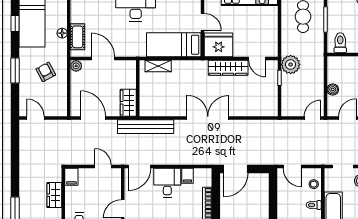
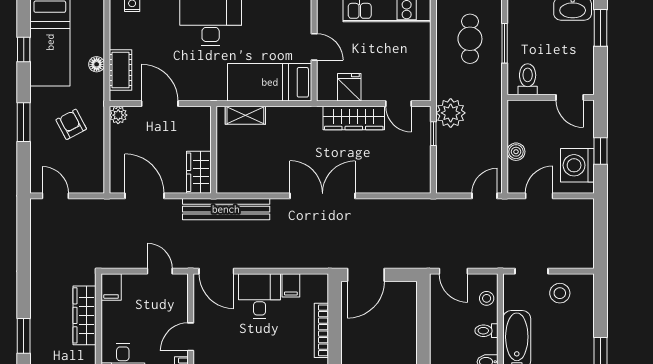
fridge: (219, 45) -> (349, 87), width x0.53, depth x0.75
door: (139, 167) -> (216, 271), hinge flipped
wardrobe: (54, 195) -> (85, 315), width x1.50

